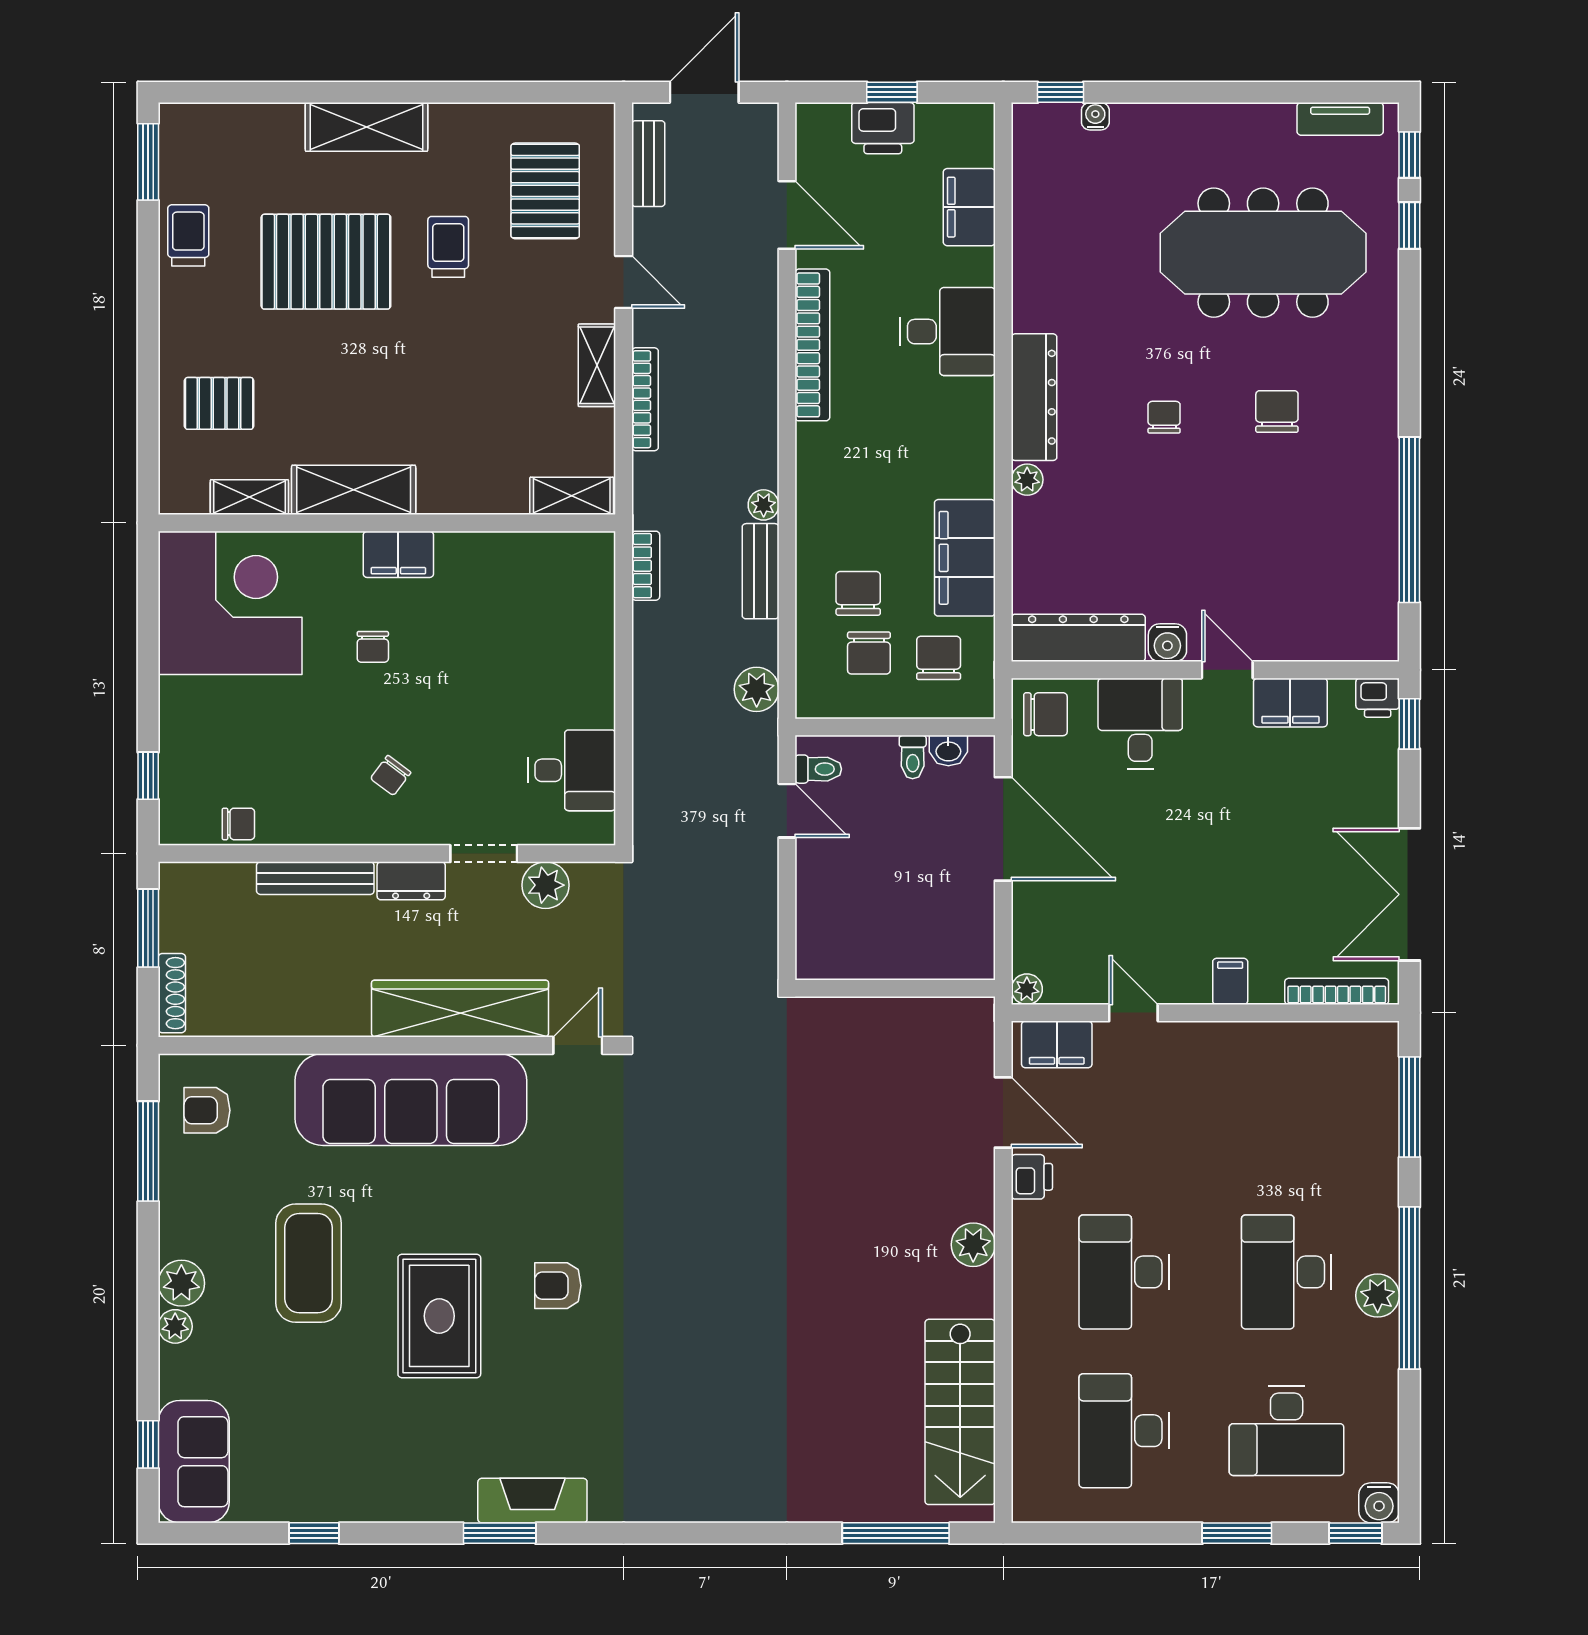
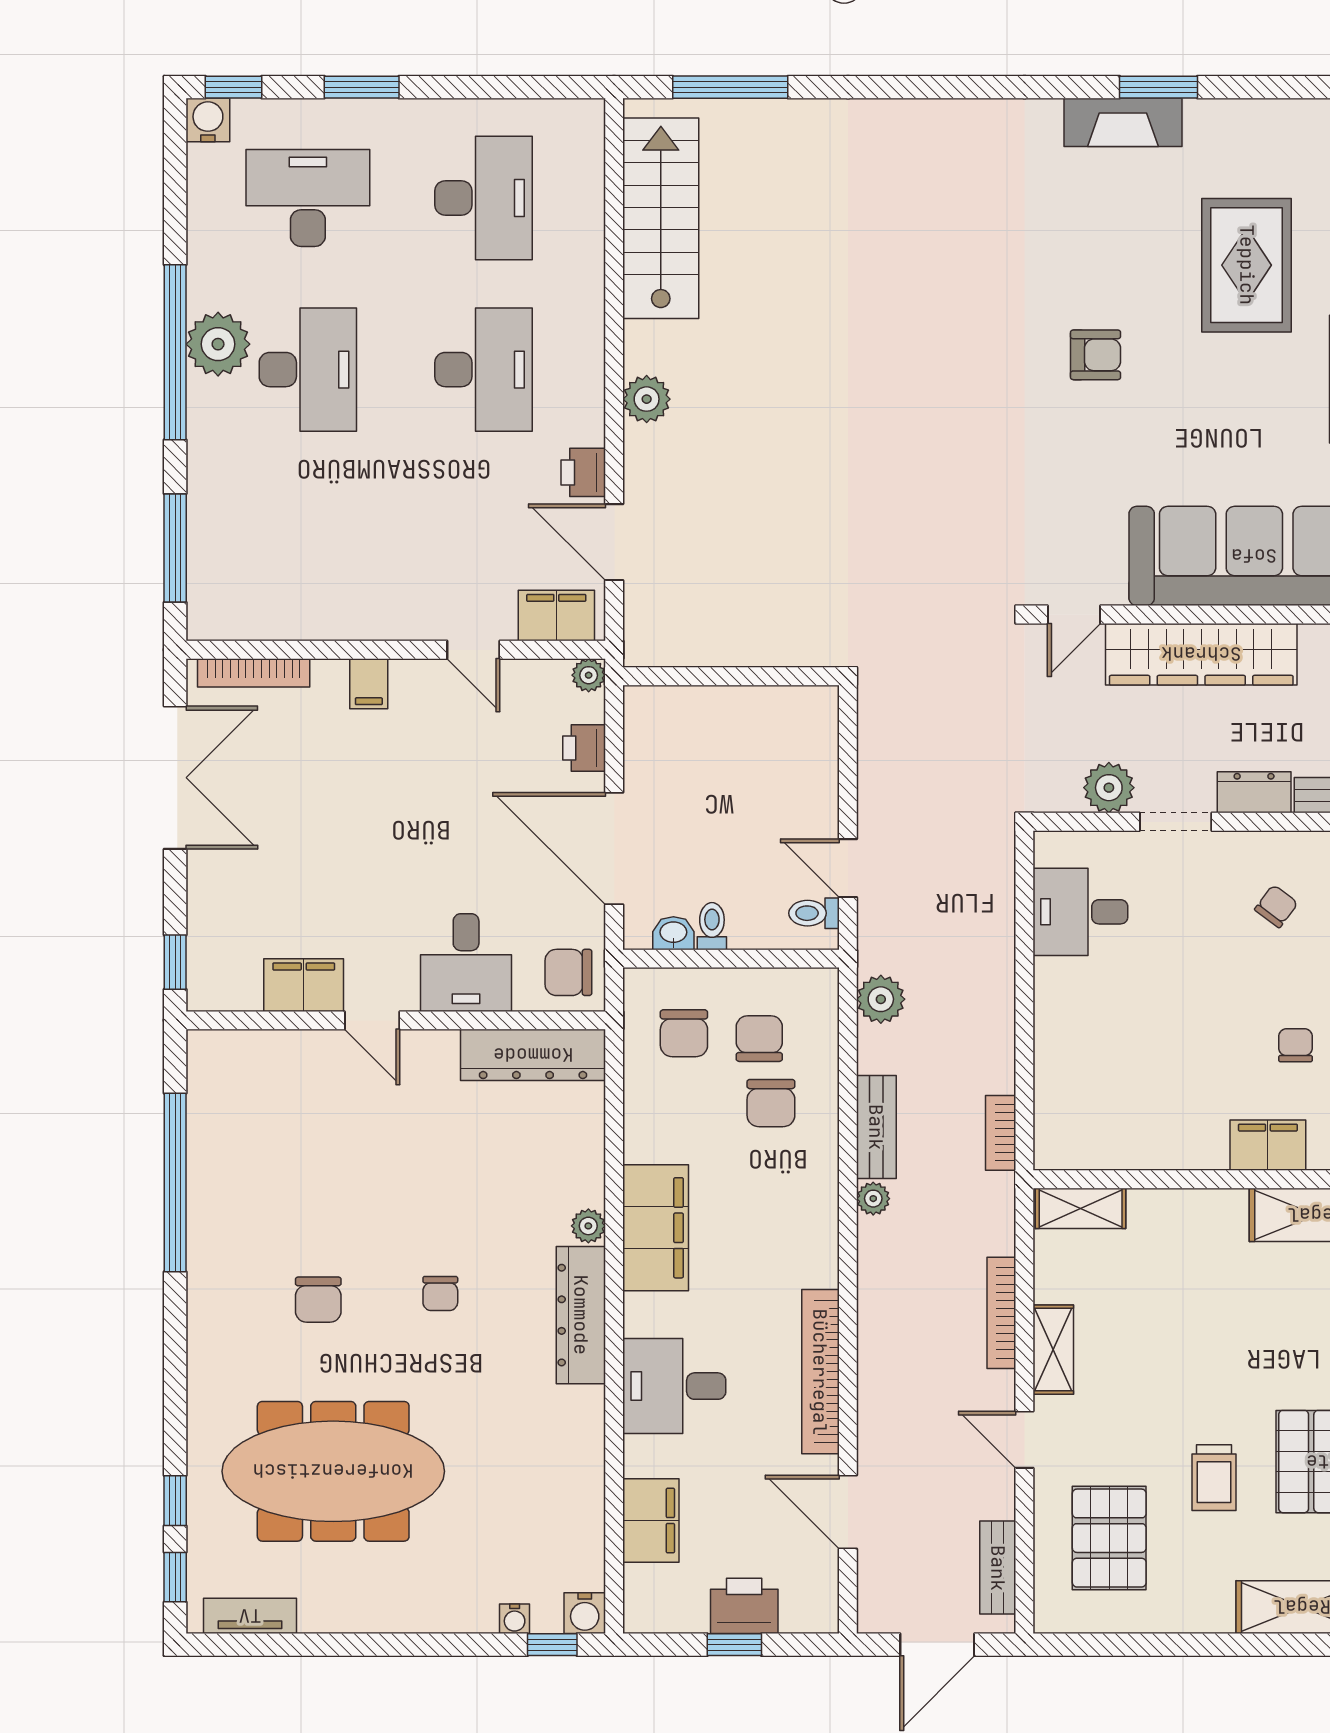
filing cabinet: (965, 558) -> (656, 1228), moved
water cooler: (1167, 643) -> (585, 1613), moved, turned 180
printer: (1378, 698) -> (584, 748), moved, turned -90
plant: (1378, 1296) -> (218, 344), width x1.36, depth x1.36
rug: (439, 1316) -> (1247, 265), moved

